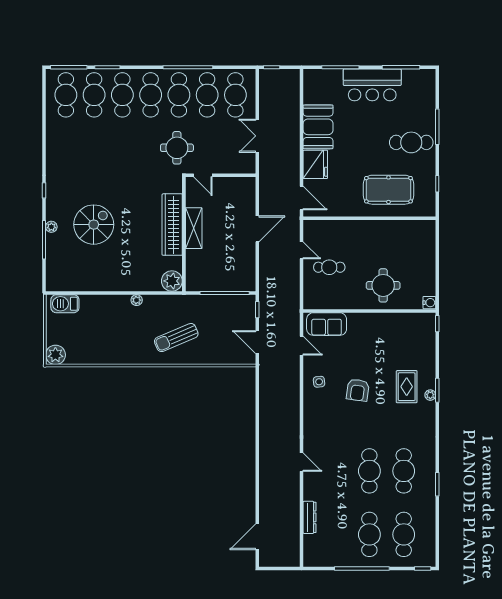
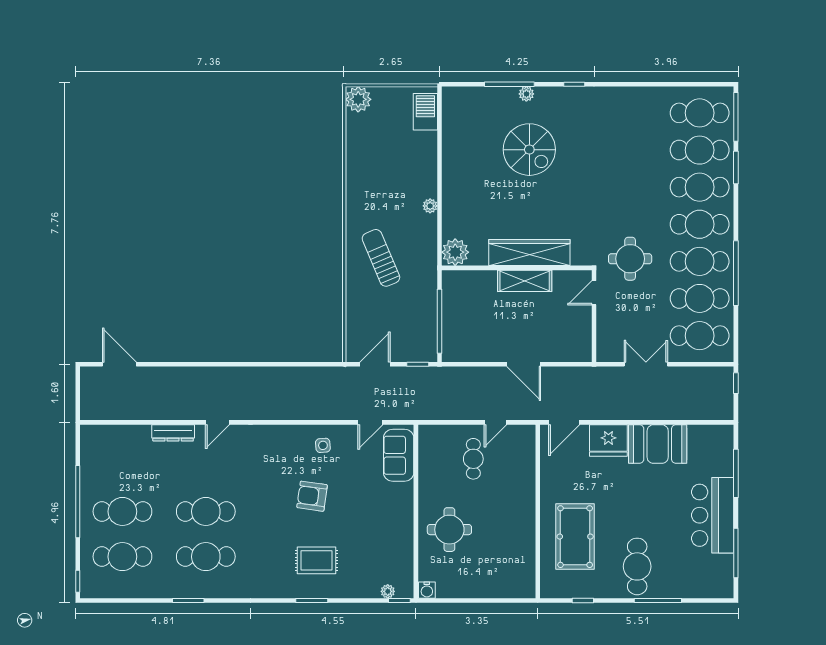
plant: (430, 395) -> (388, 591), moved
dresser: (310, 517) -> (173, 433), moved

